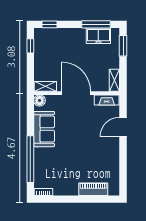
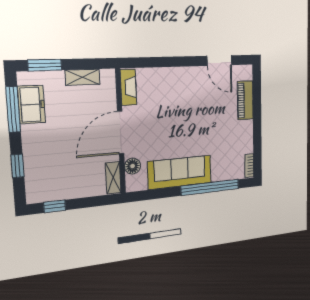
window: (49, 24) -> (17, 166), moved
shelving: (114, 80) -> (82, 77), moved
floor lamp: (40, 100) -> (133, 166), moved
door: (123, 127) -> (219, 61), moved
sofa: (44, 129) -> (180, 172), width x1.36

